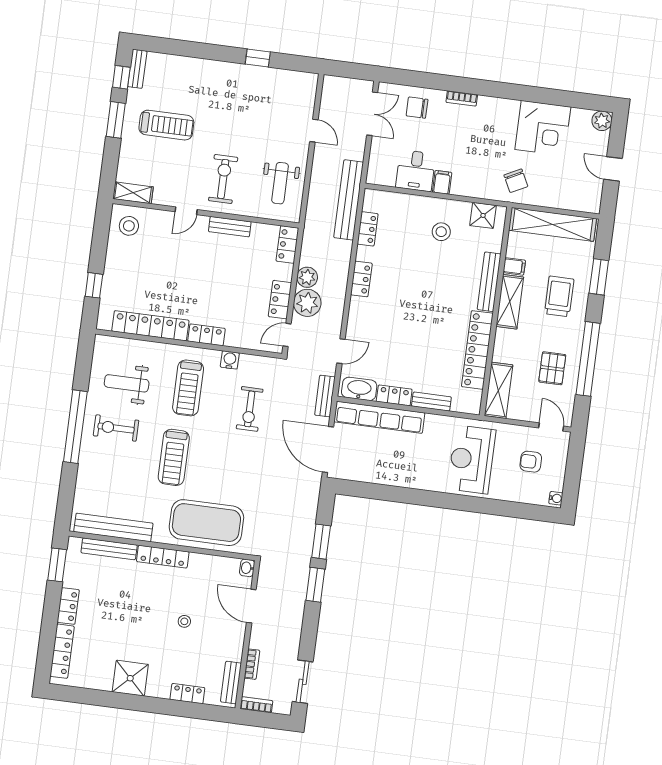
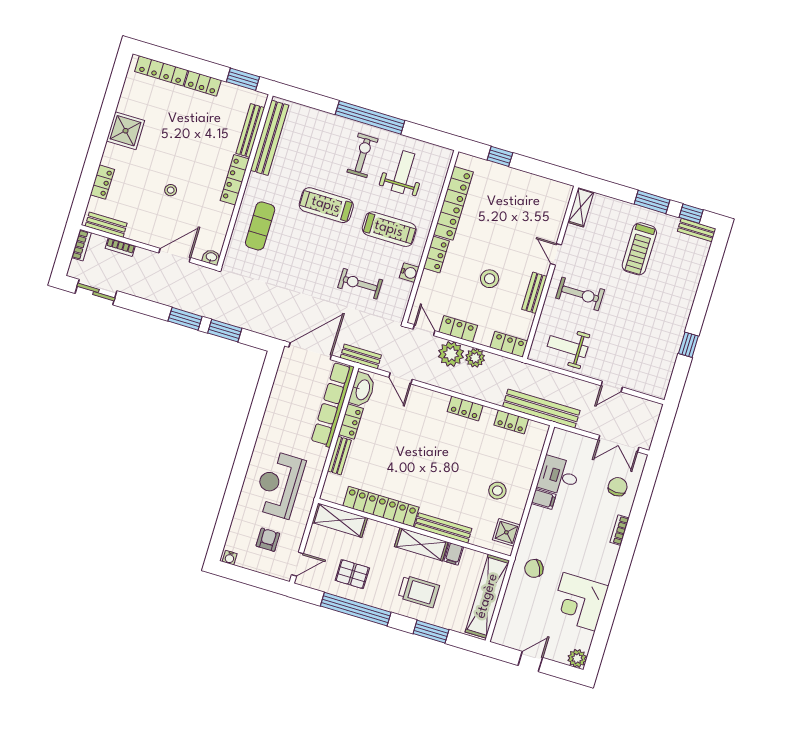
stool: (129, 226) -> (490, 279), moved
treadmill: (188, 388) -> (389, 229), turned 180
reception desk: (472, 459) -> (279, 485), turned -90
exercise mat: (206, 523) -> (260, 226), width x0.50, depth x0.69

